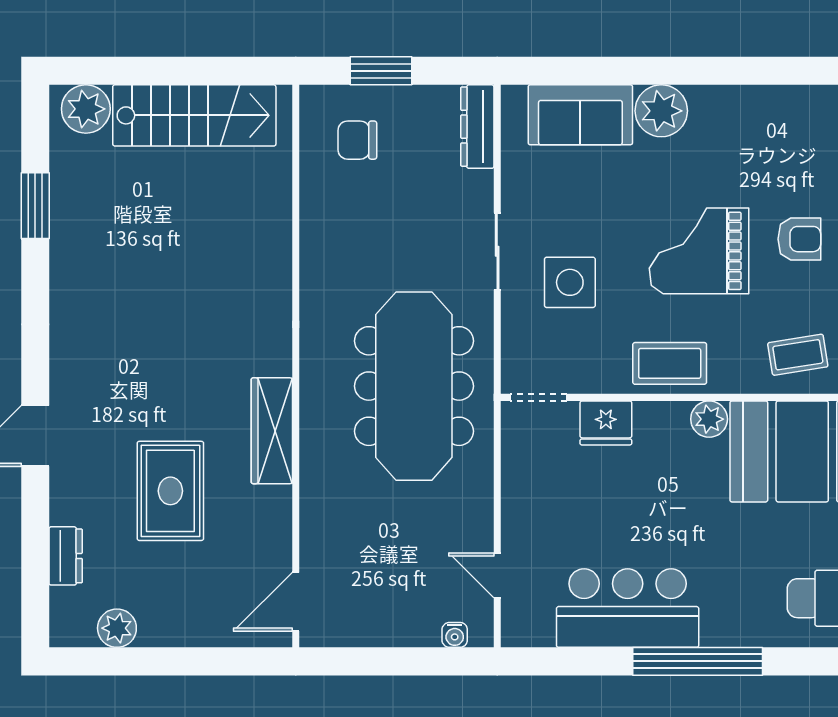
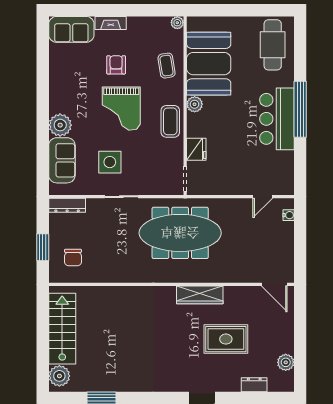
side table: (570, 282) -> (110, 162), moved
bar counter: (628, 608) -> (277, 119), moved

